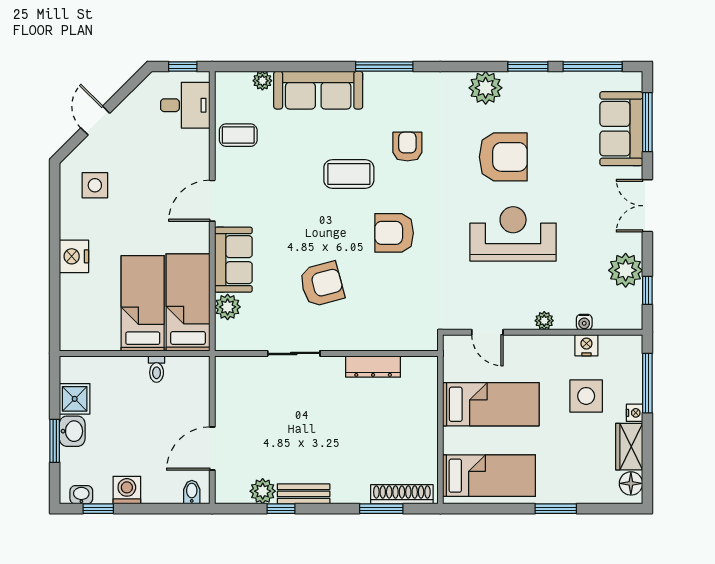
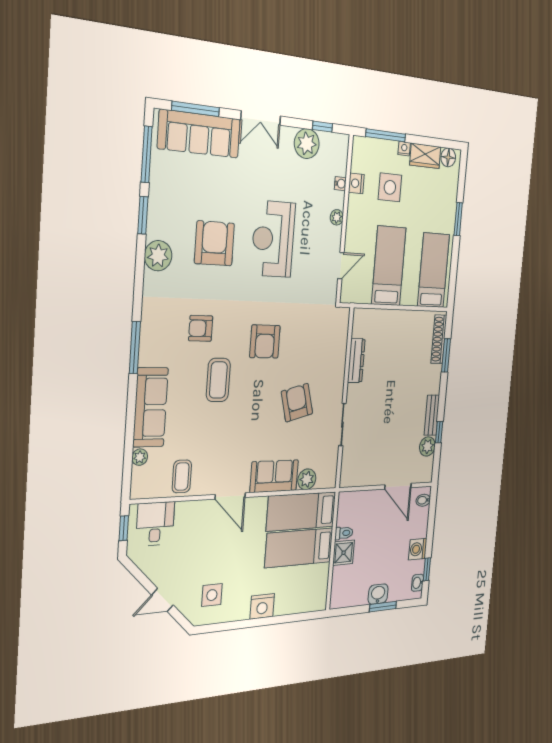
sofa: (621, 129) -> (199, 134), width x1.36
shower: (75, 399) -> (344, 553), moved

